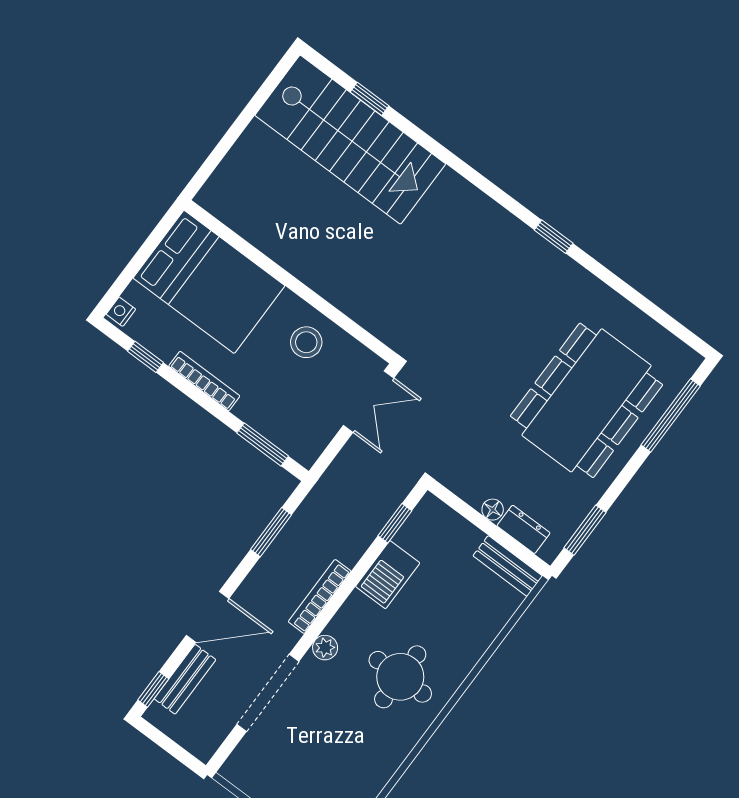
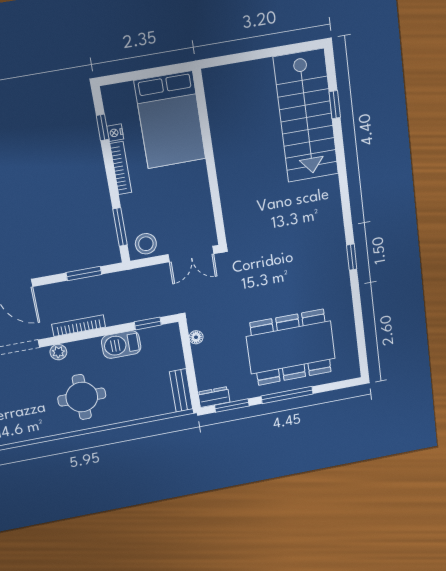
nightstand: (121, 312) -> (115, 133), moved, turned -90
stool: (306, 342) -> (146, 244), moved
window: (671, 415) -> (287, 395), moved
floor lamp: (493, 510) -> (196, 337), moved
dresser: (524, 529) -> (214, 397), moved, turned -90

